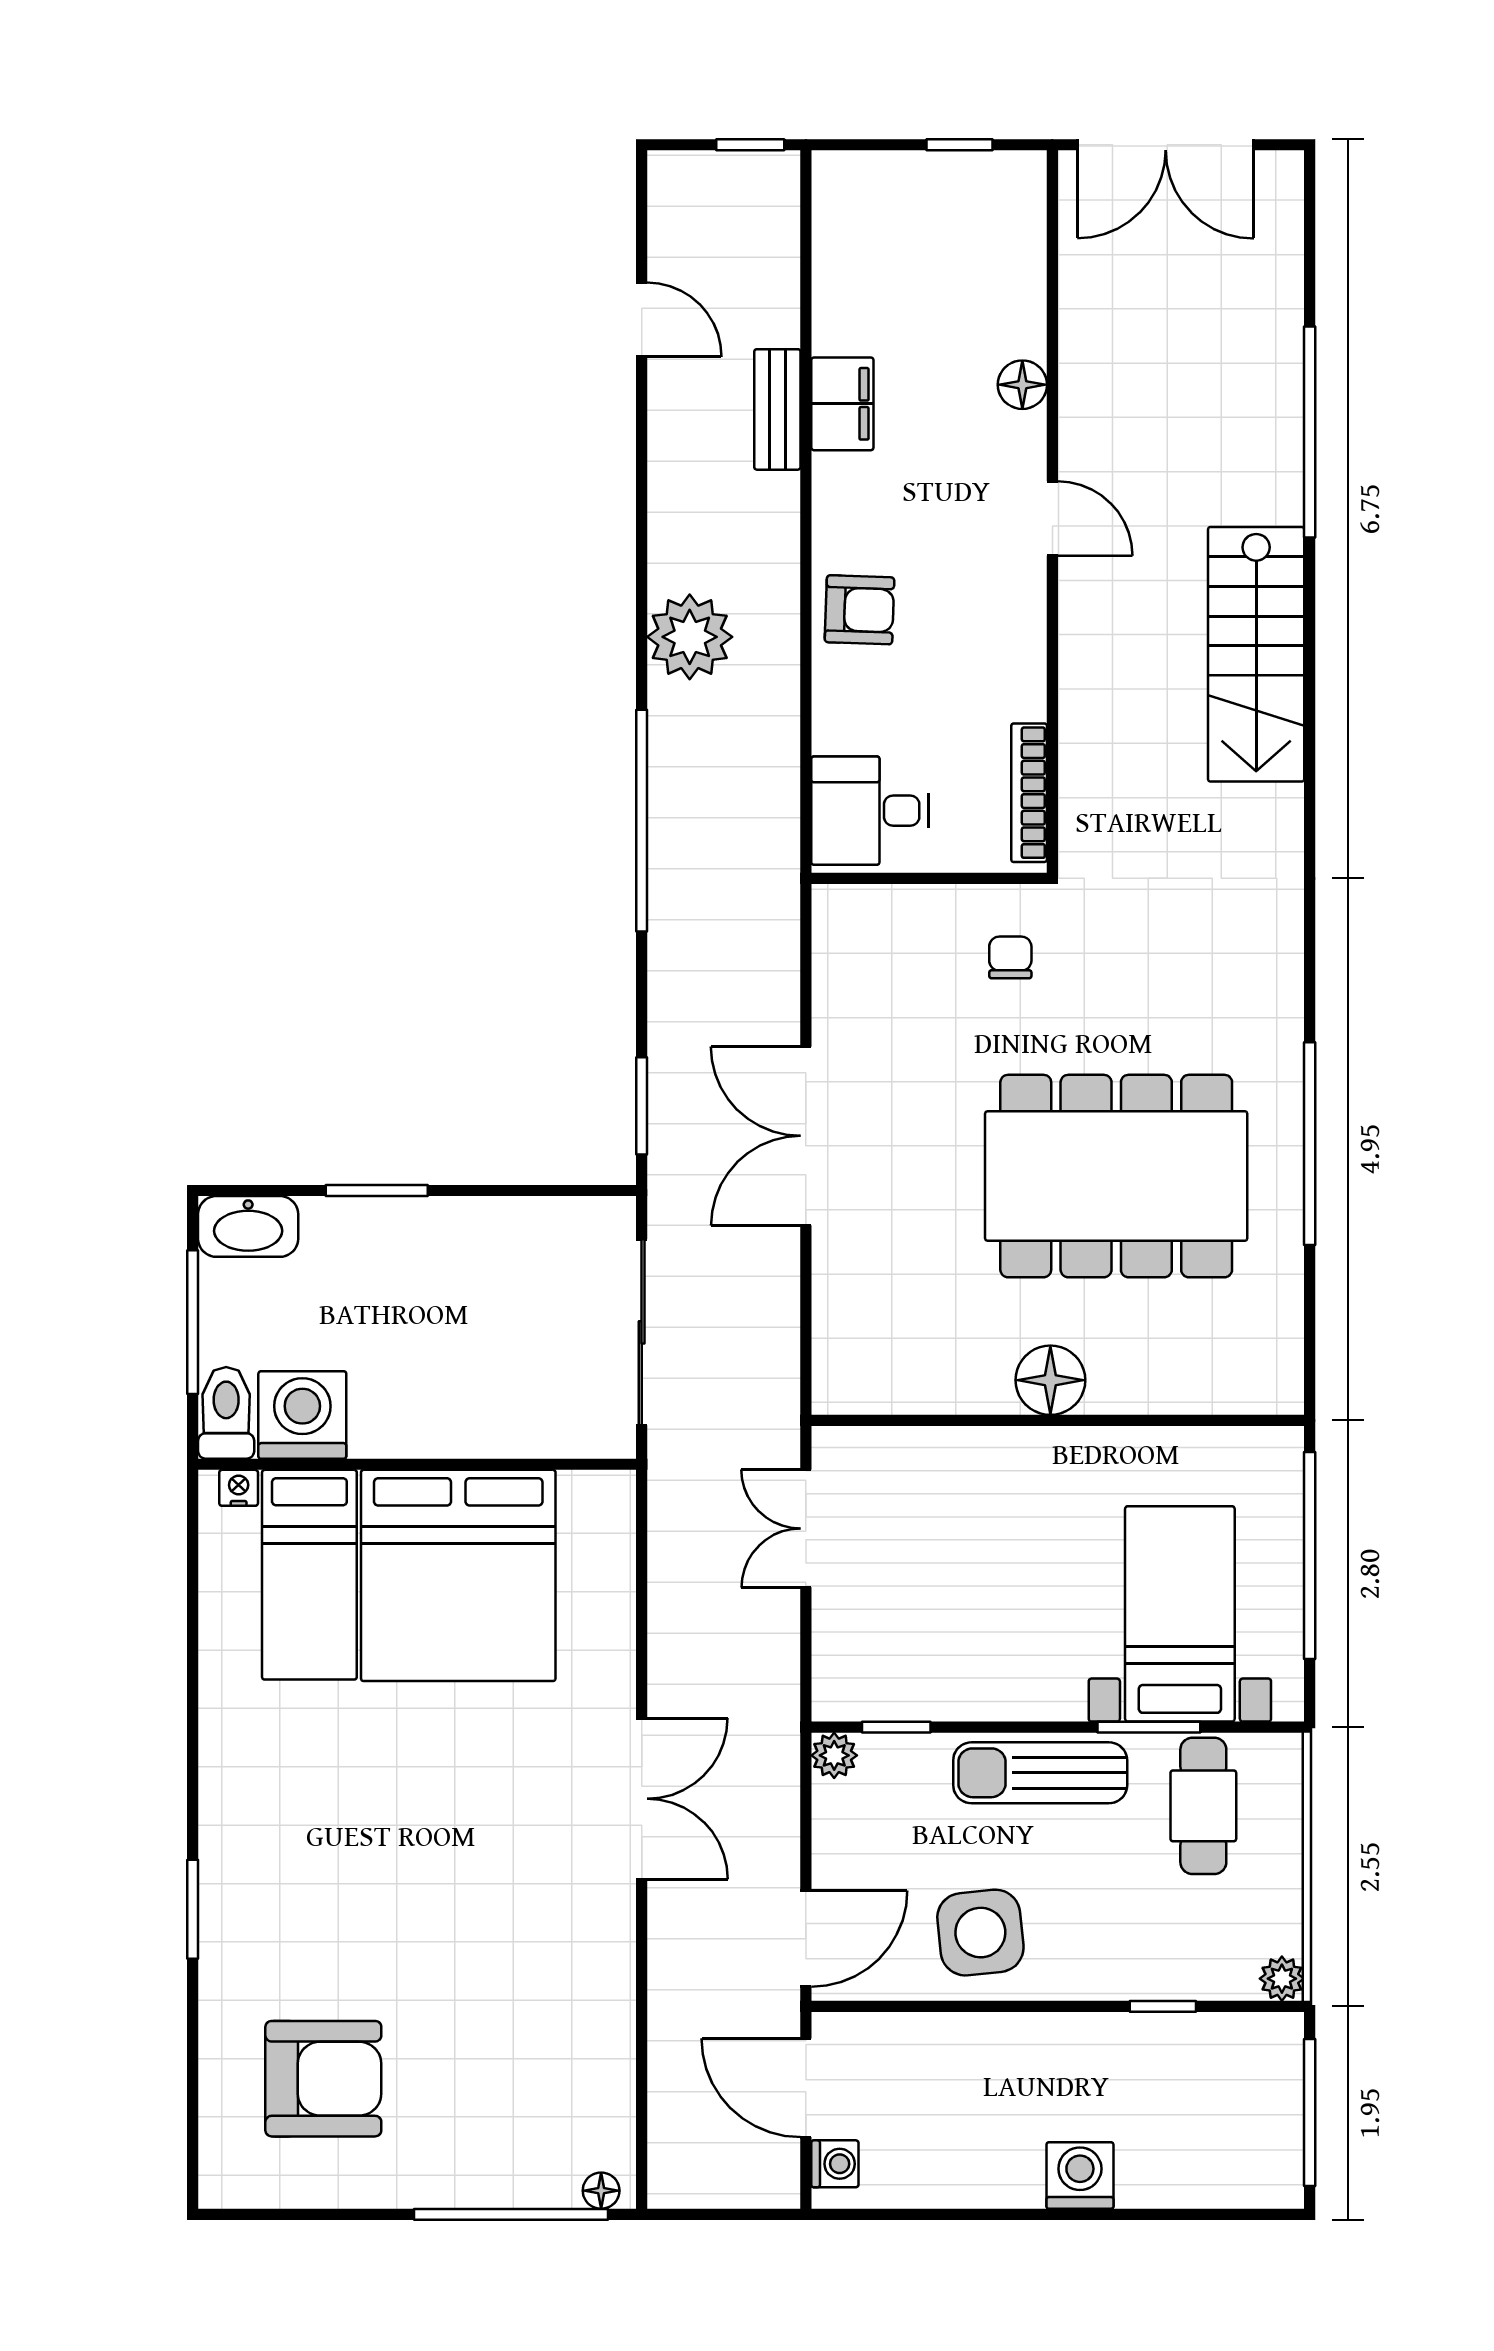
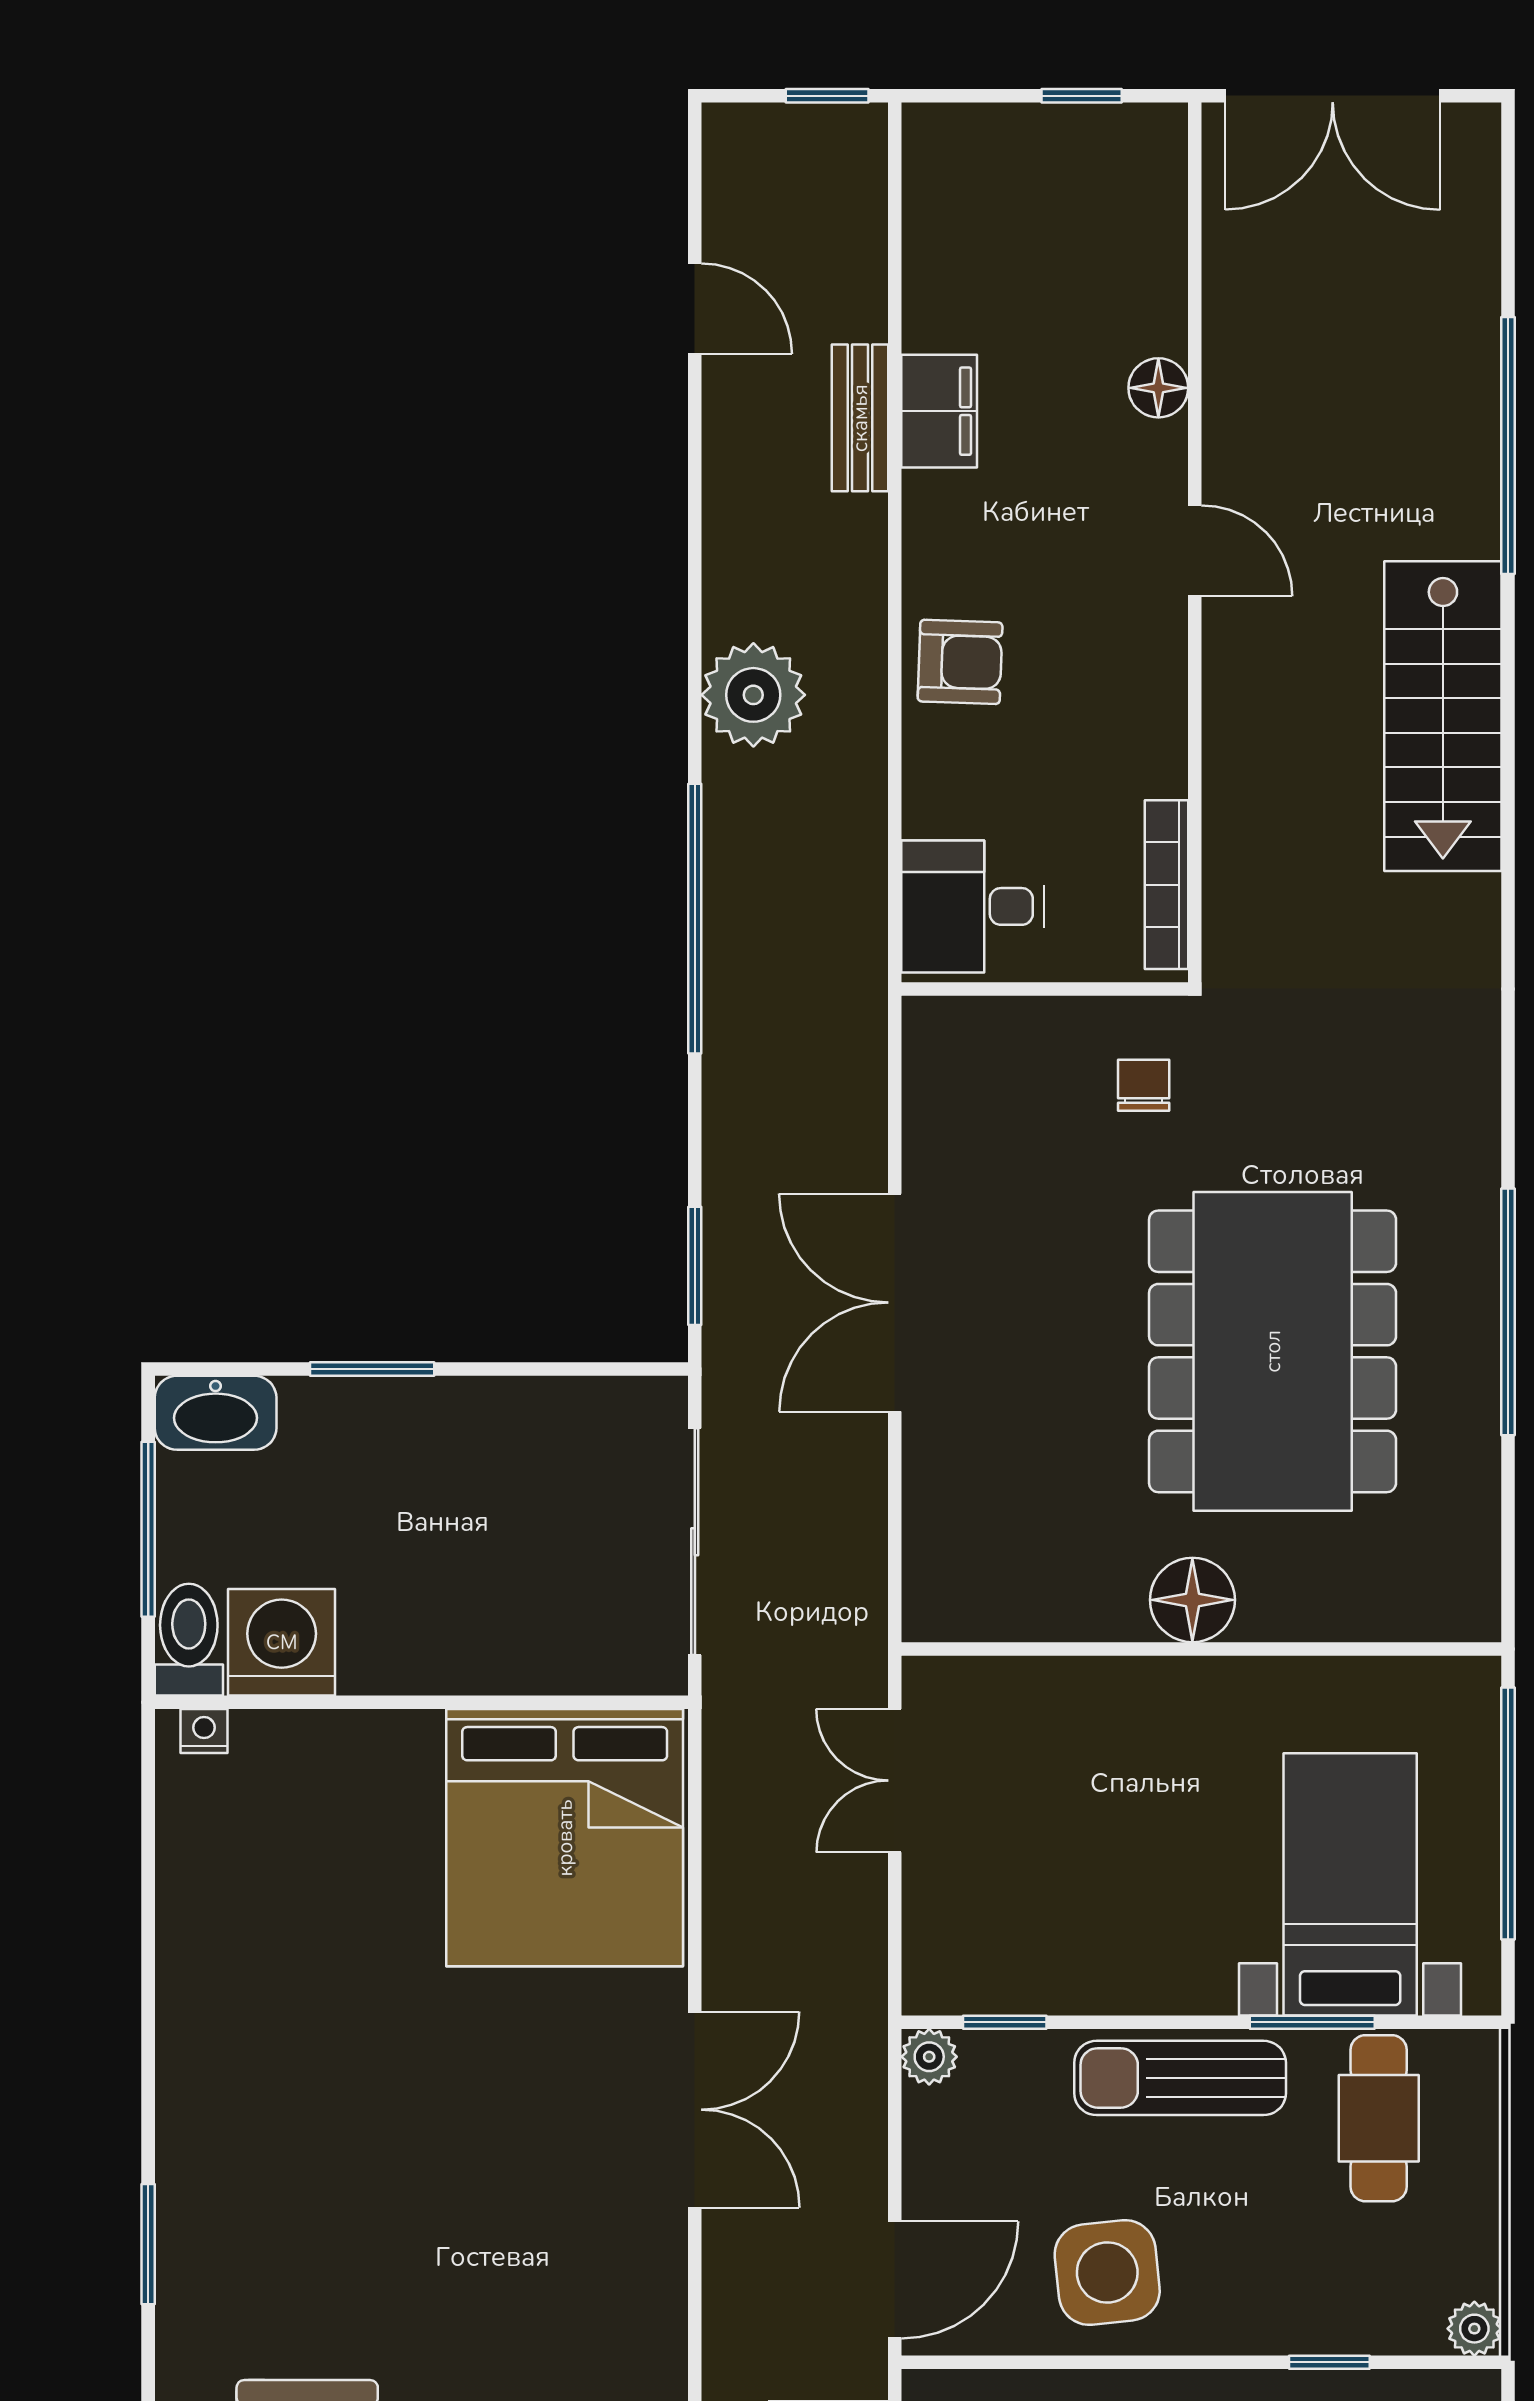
dining table: (1116, 1176) -> (1273, 1351), turned 90
bed: (309, 1575) -> (290, 1837), removed
bed: (458, 1575) -> (565, 1838), moved

